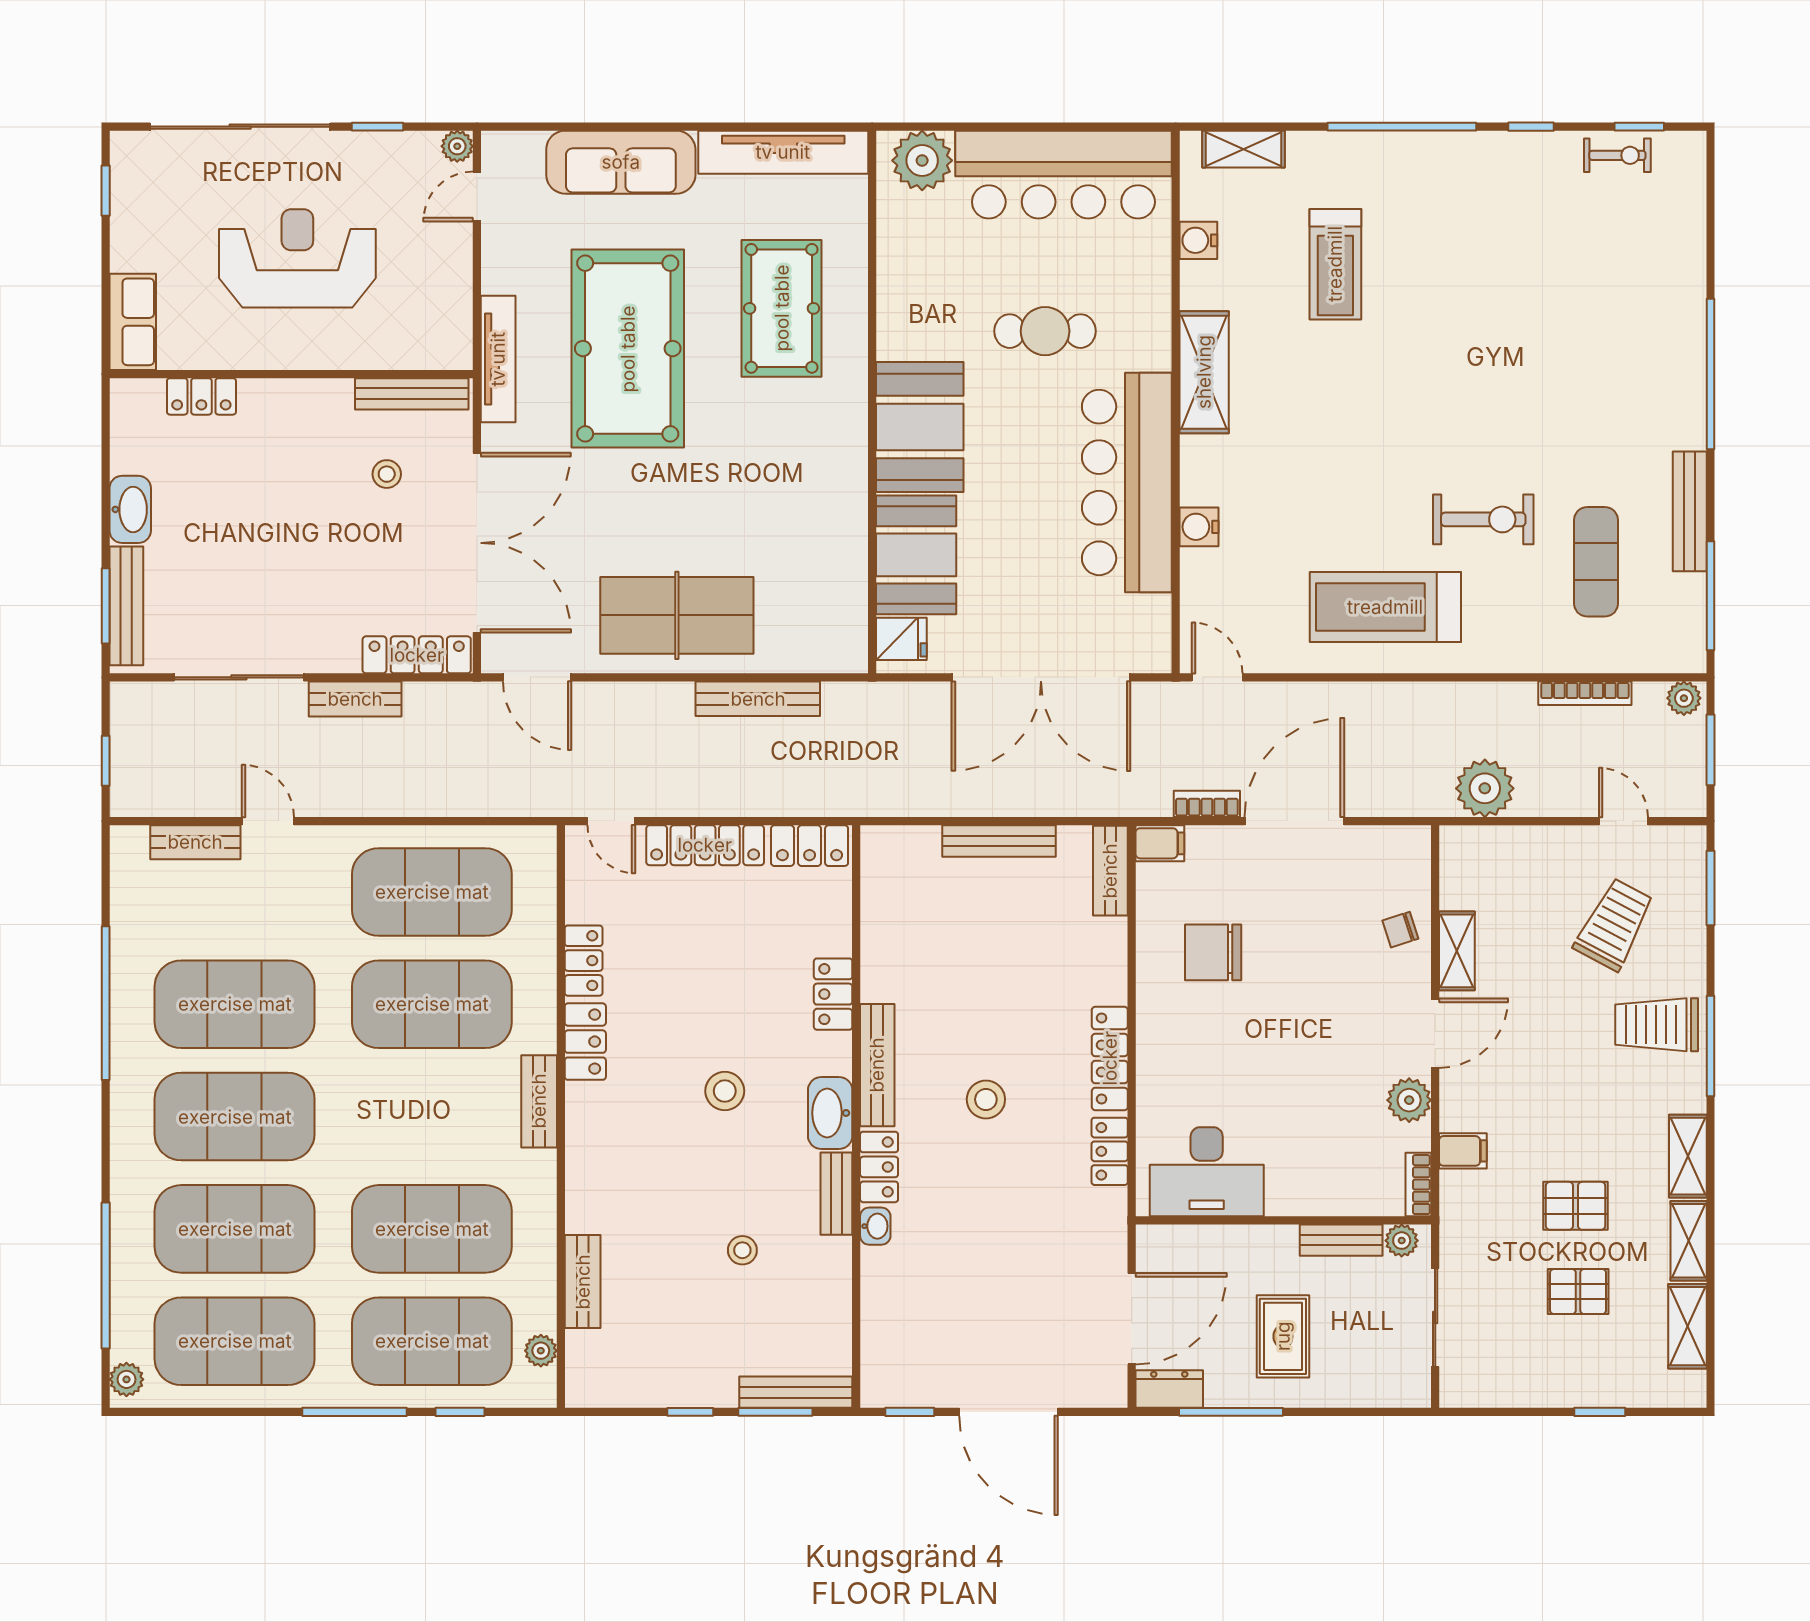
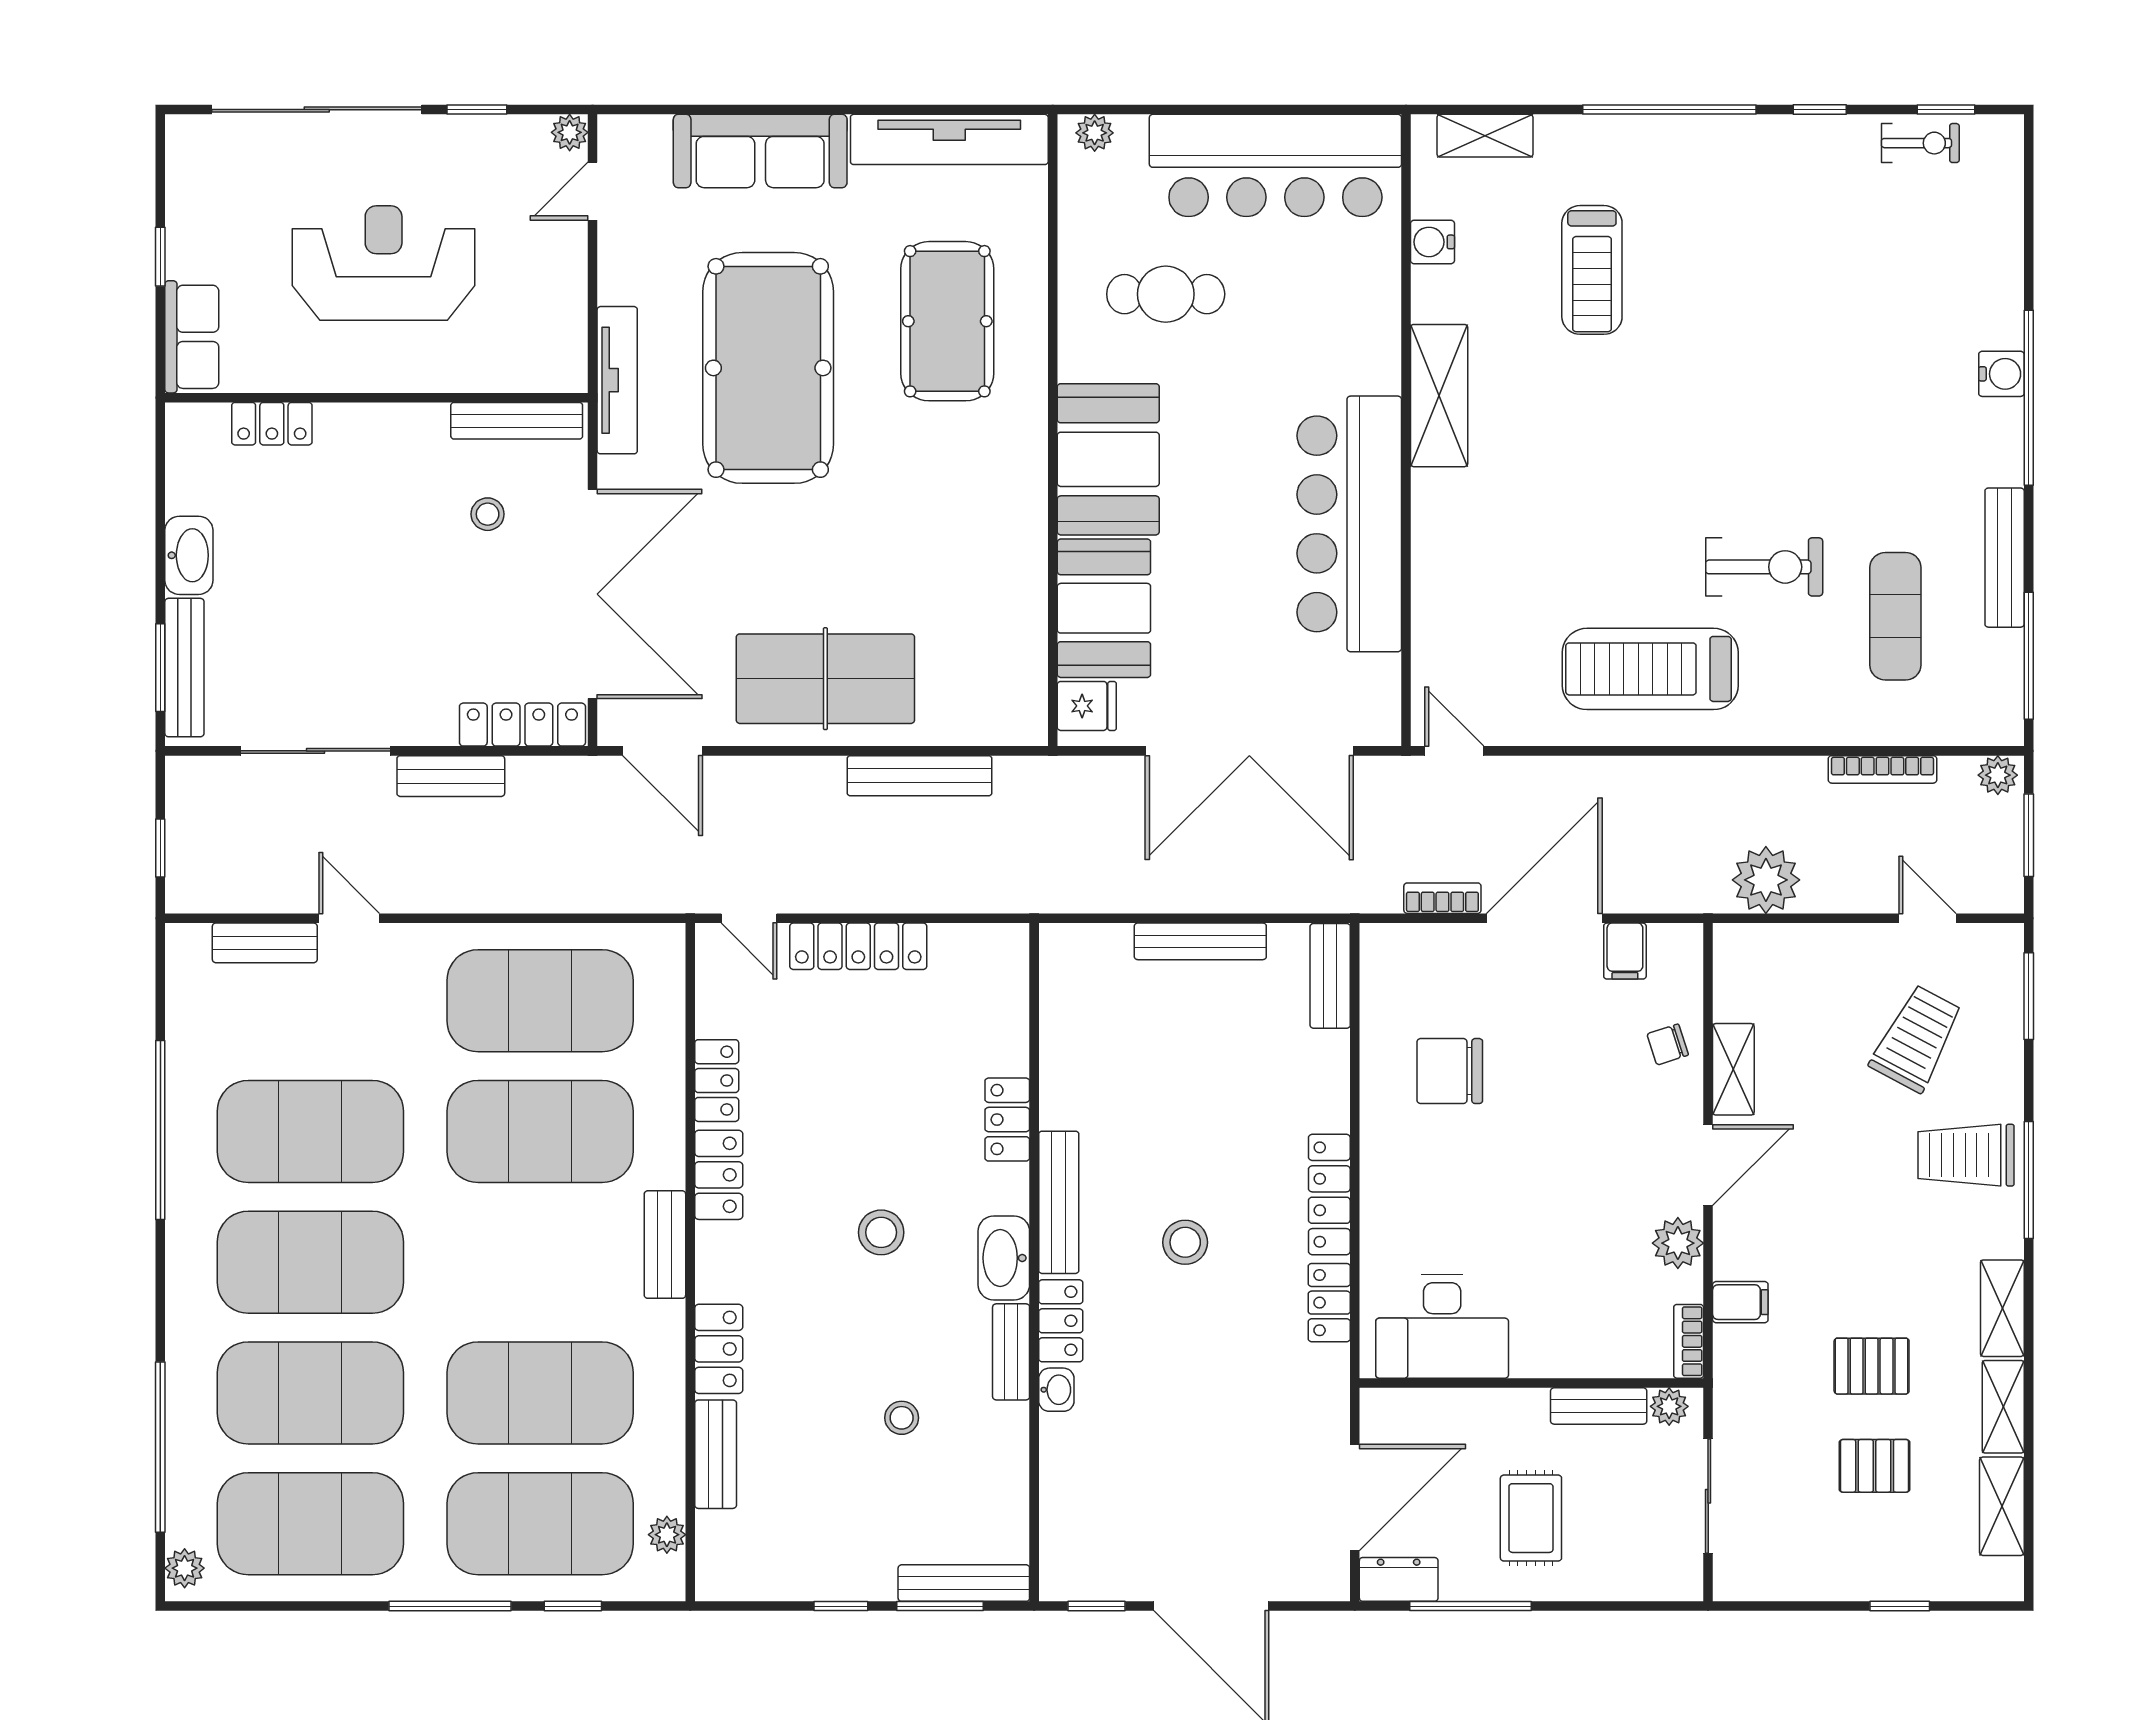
plant: (922, 160) -> (1095, 133), width x0.53, depth x0.53
window: (106, 191) -> (160, 257), moved
cafe table: (1045, 331) -> (1166, 294), moved
water cooler: (1199, 527) -> (2001, 374), moved, turned 180
filing cabinet: (1160, 843) -> (1625, 951), moved, turned 90
locker: (810, 846) -> (719, 1349), moved, turned -90

